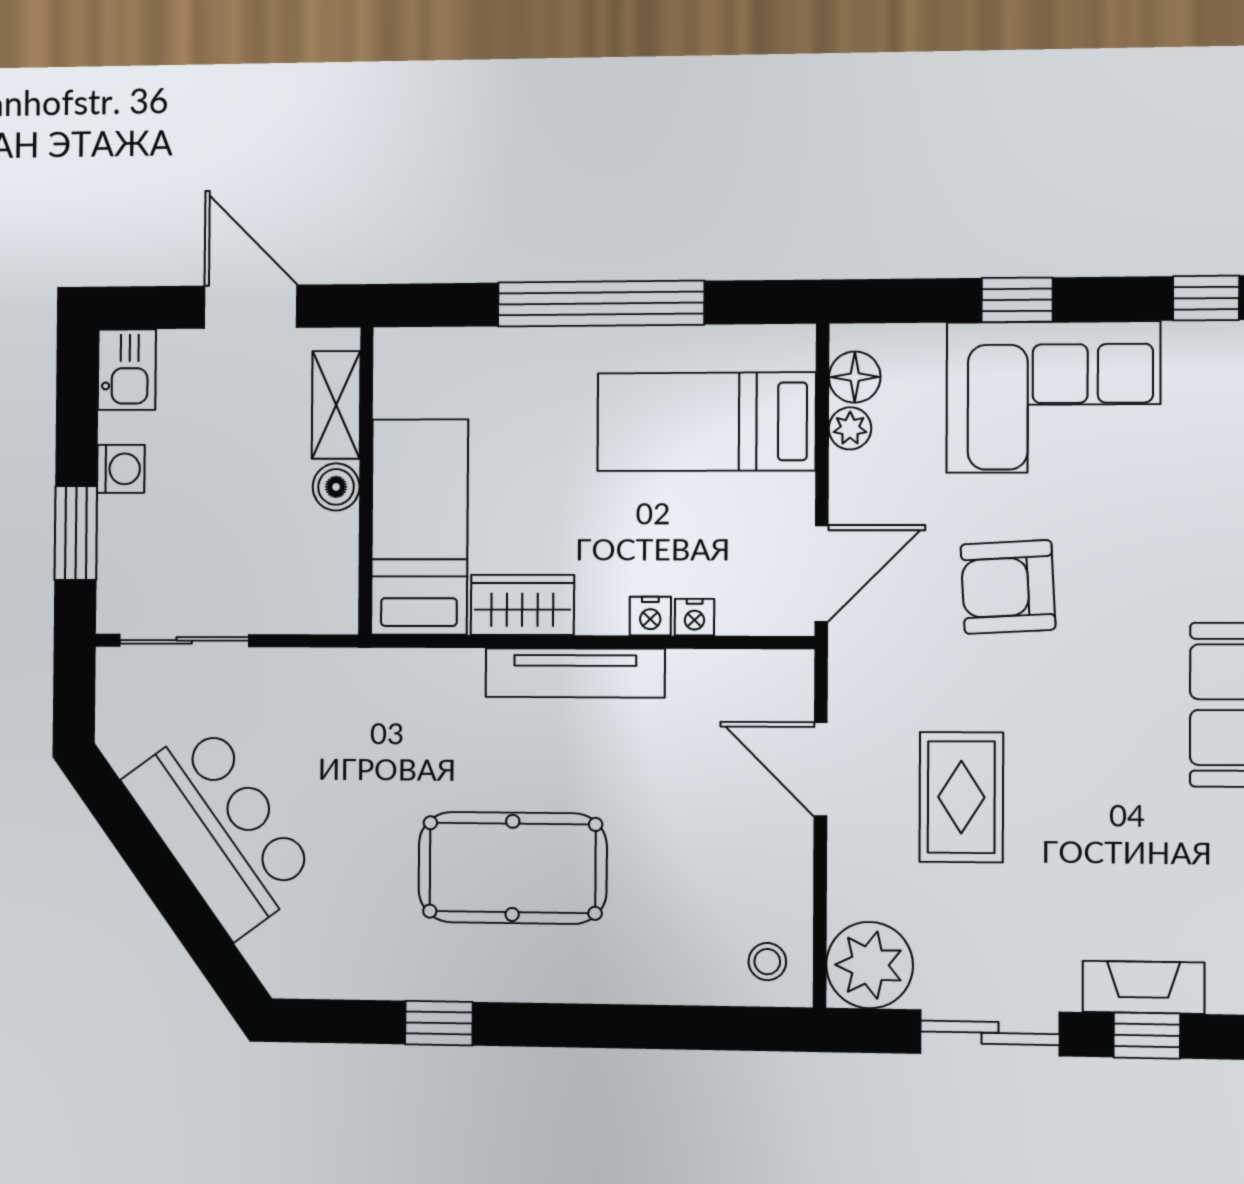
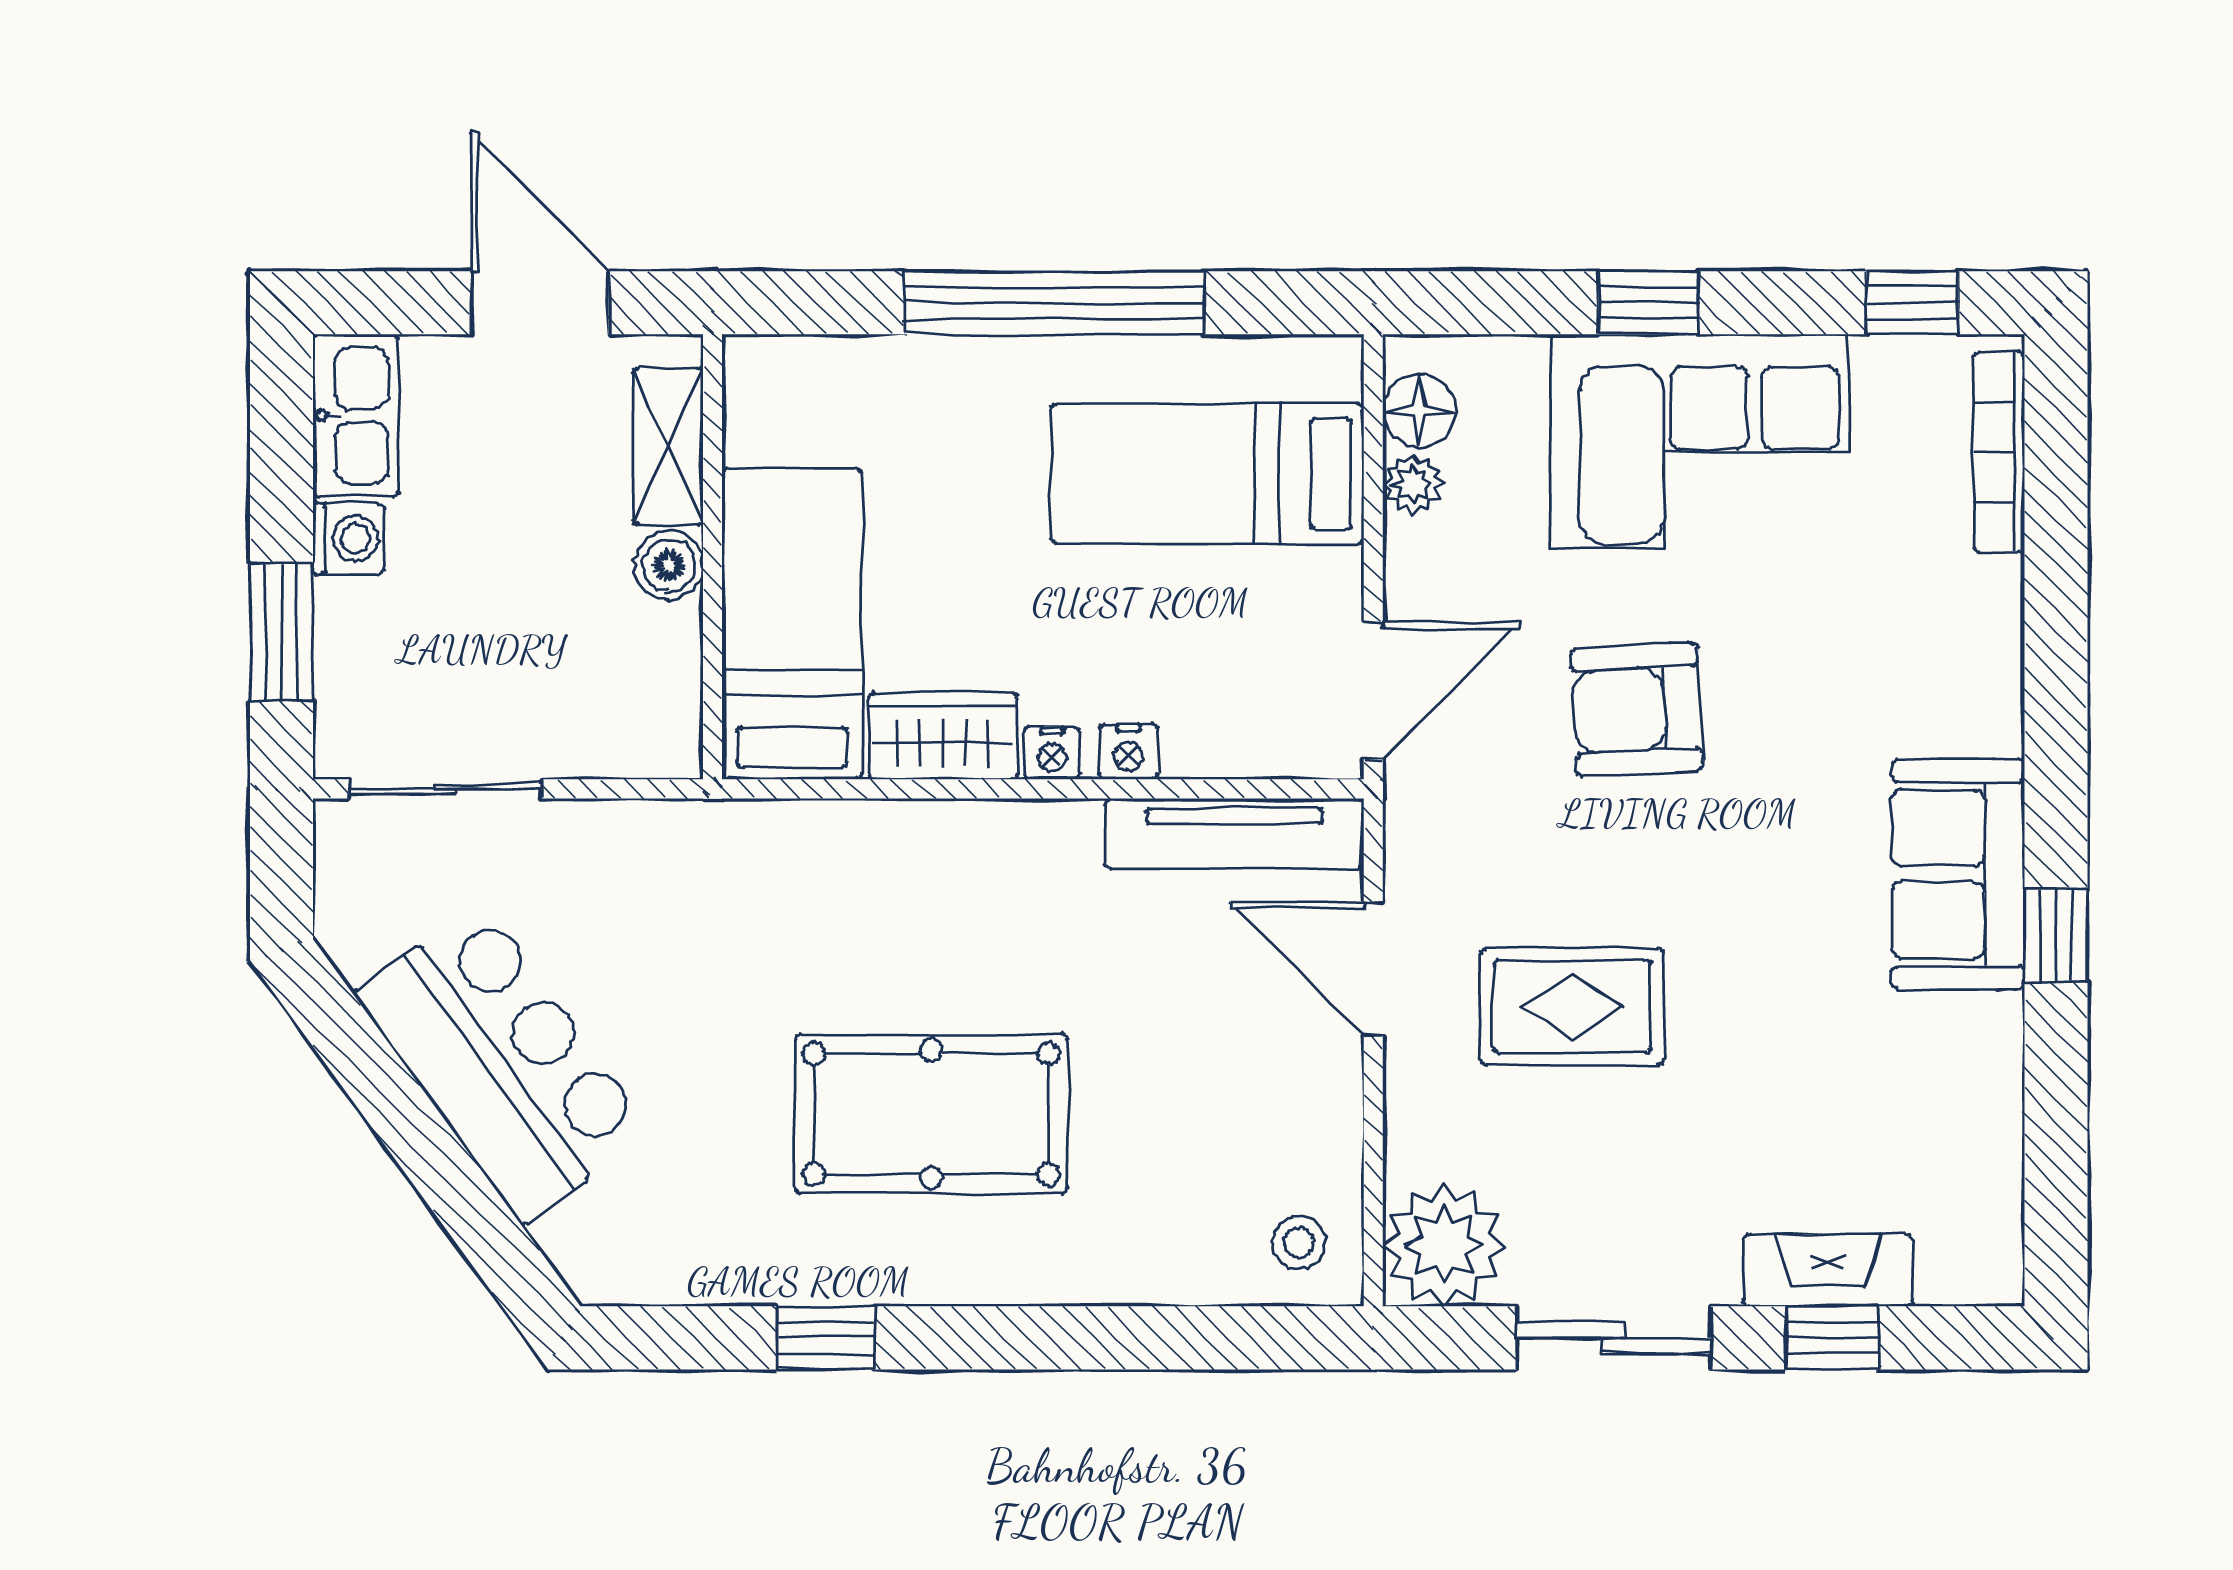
kitchen sink: (127, 370) -> (356, 415), width x1.38
nightstand: (694, 617) -> (1052, 753), moved
tv unit: (575, 673) -> (1234, 833), moved
rug: (961, 797) -> (1572, 1007), turned 90

